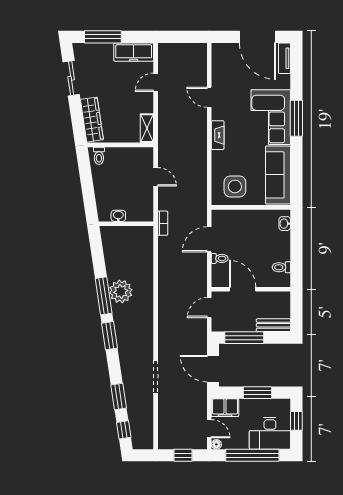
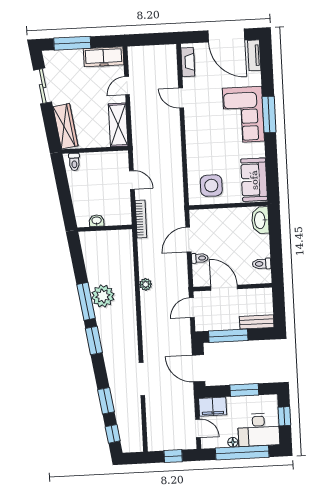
shelving: (147, 128) -> (118, 125), width x1.50, depth x1.33
fireplace: (218, 135) -> (188, 62), moved
sofa: (278, 175) -> (254, 180), width x0.73
bookcase: (163, 223) -> (141, 219), width x1.56
washbasin: (285, 224) -> (260, 220), width x1.91, depth x1.45
plant: (164, 282) -> (146, 284), added
floor lamp: (216, 444) -> (233, 442), moved

